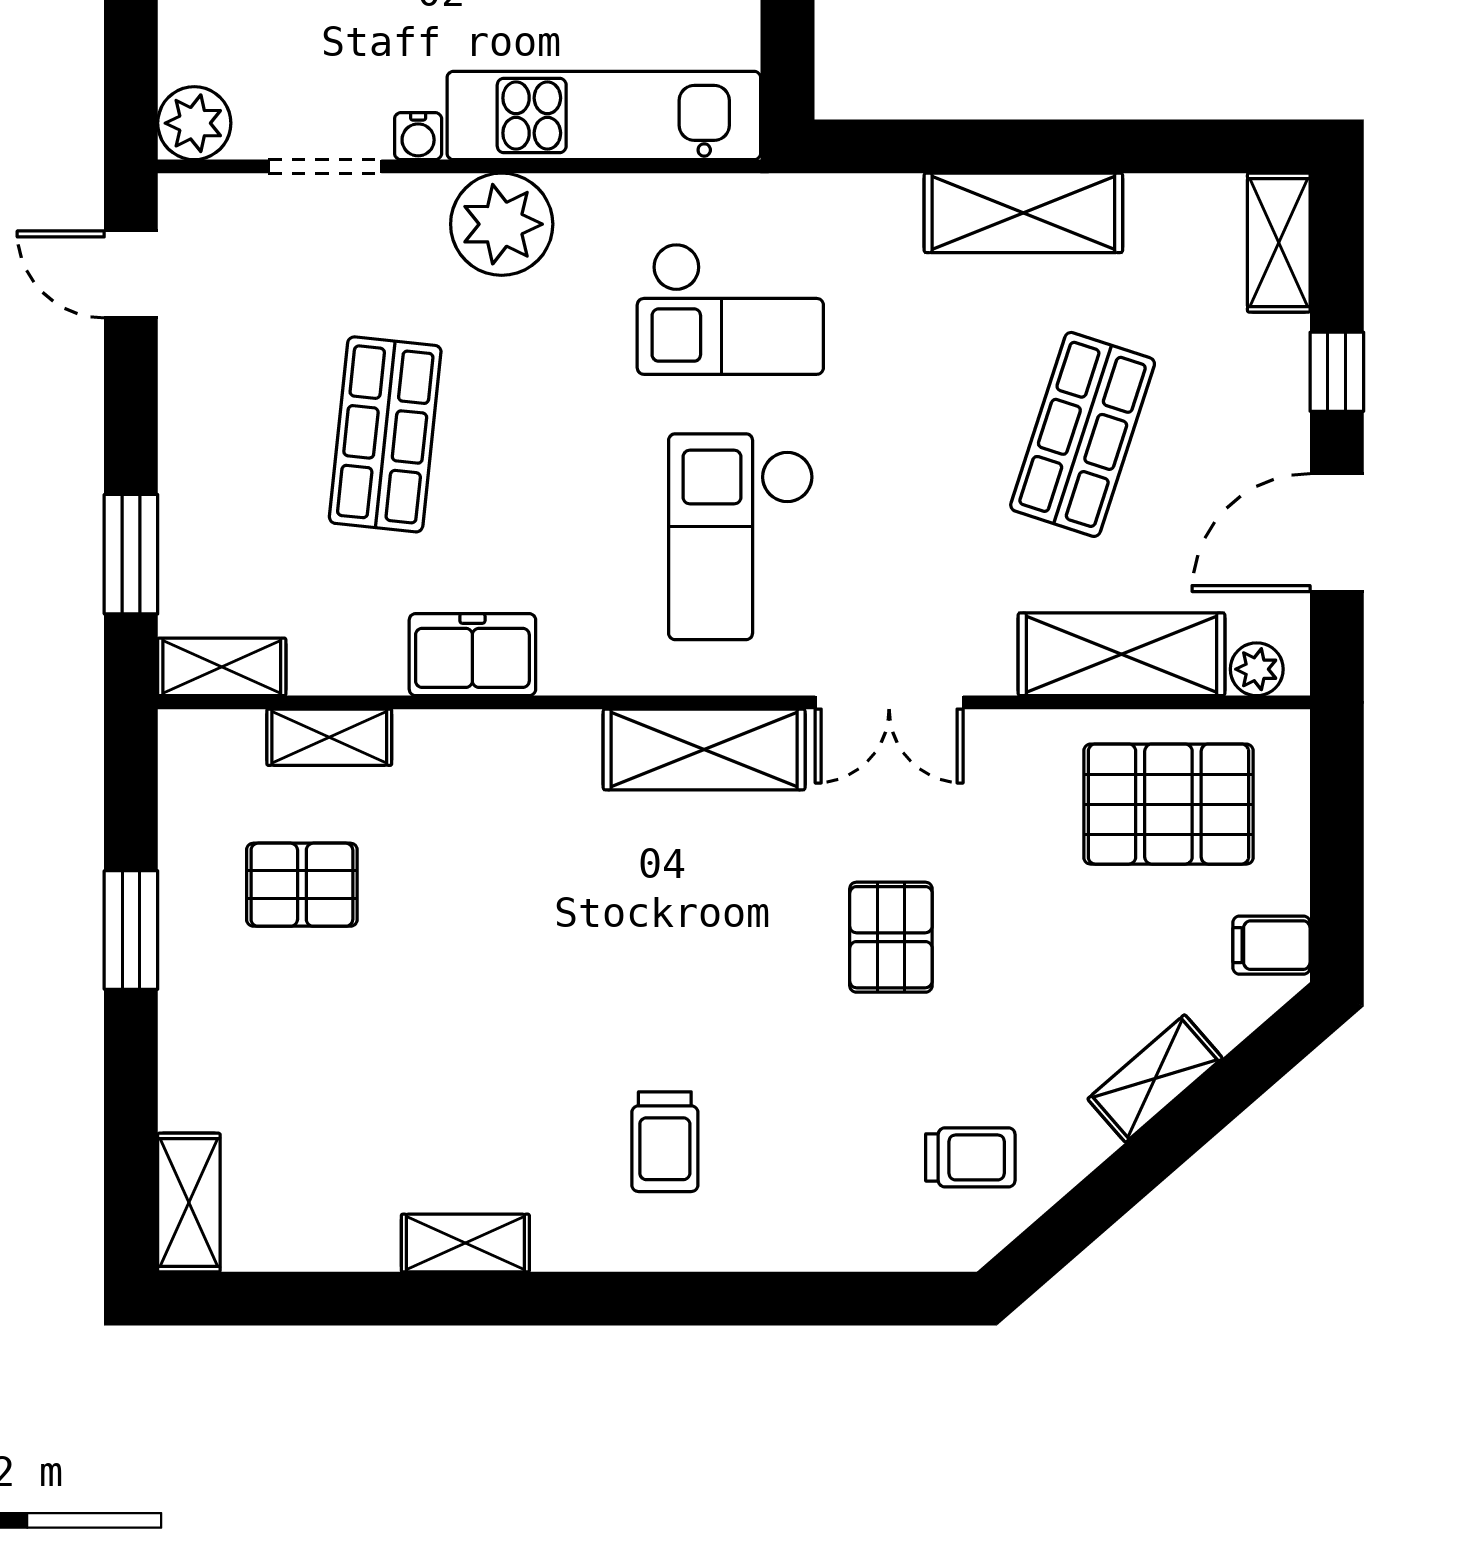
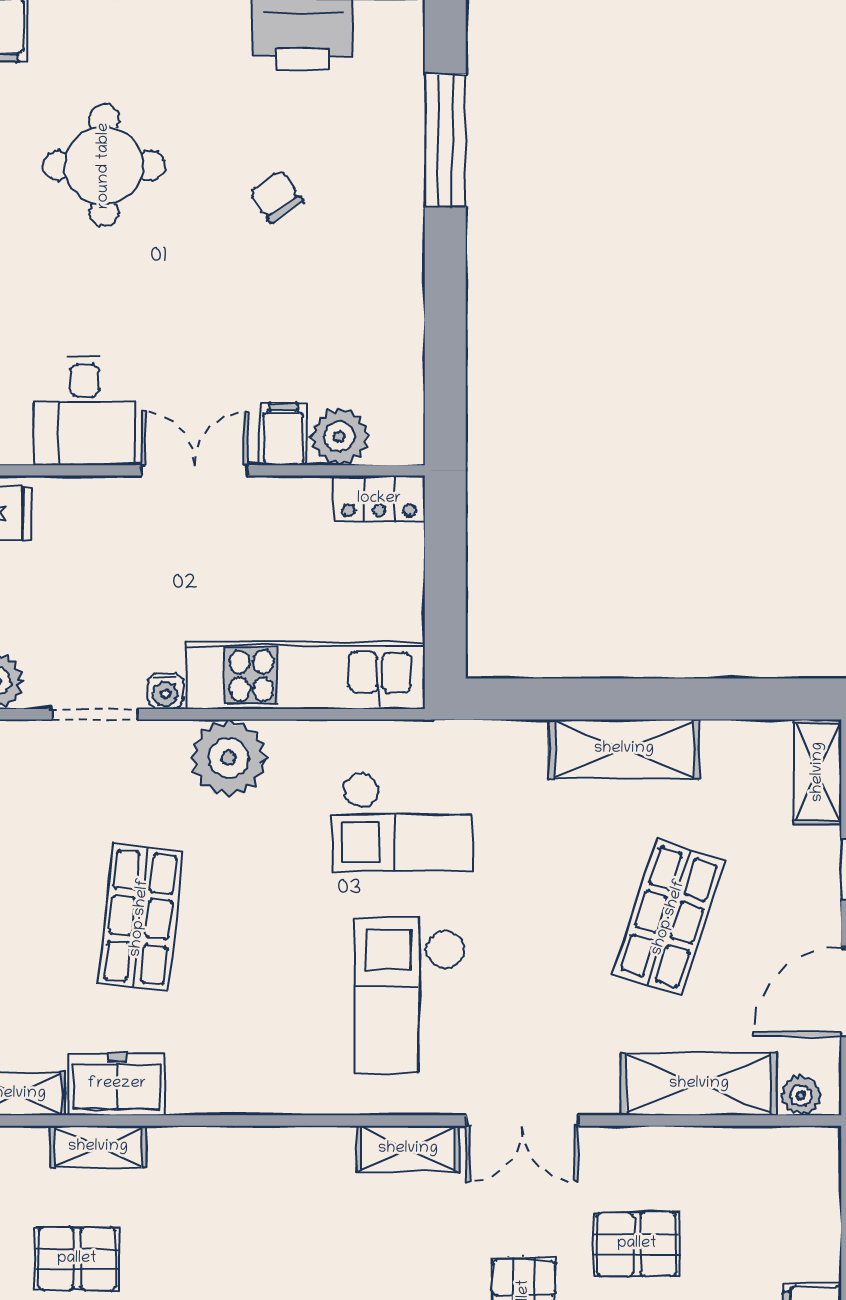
freezer: (472, 655) -> (117, 1084), moved
shelving: (704, 749) -> (408, 1149), width x0.67, depth x0.75
pallet: (1168, 804) -> (637, 1244), moved, width x0.67, depth x0.71

